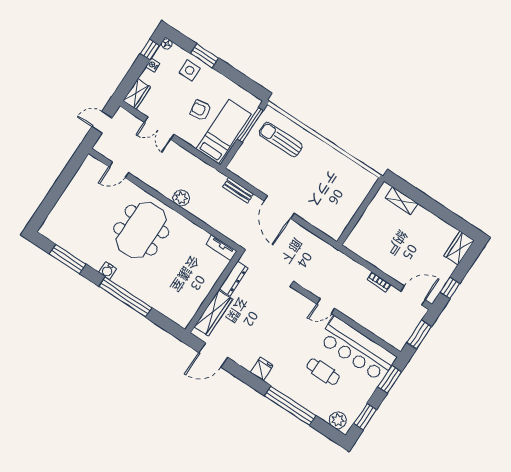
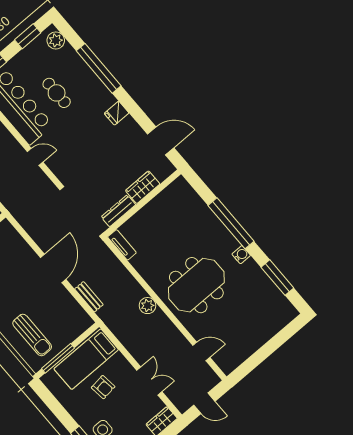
wardrobe: (213, 313) -> (143, 187), width x0.67

